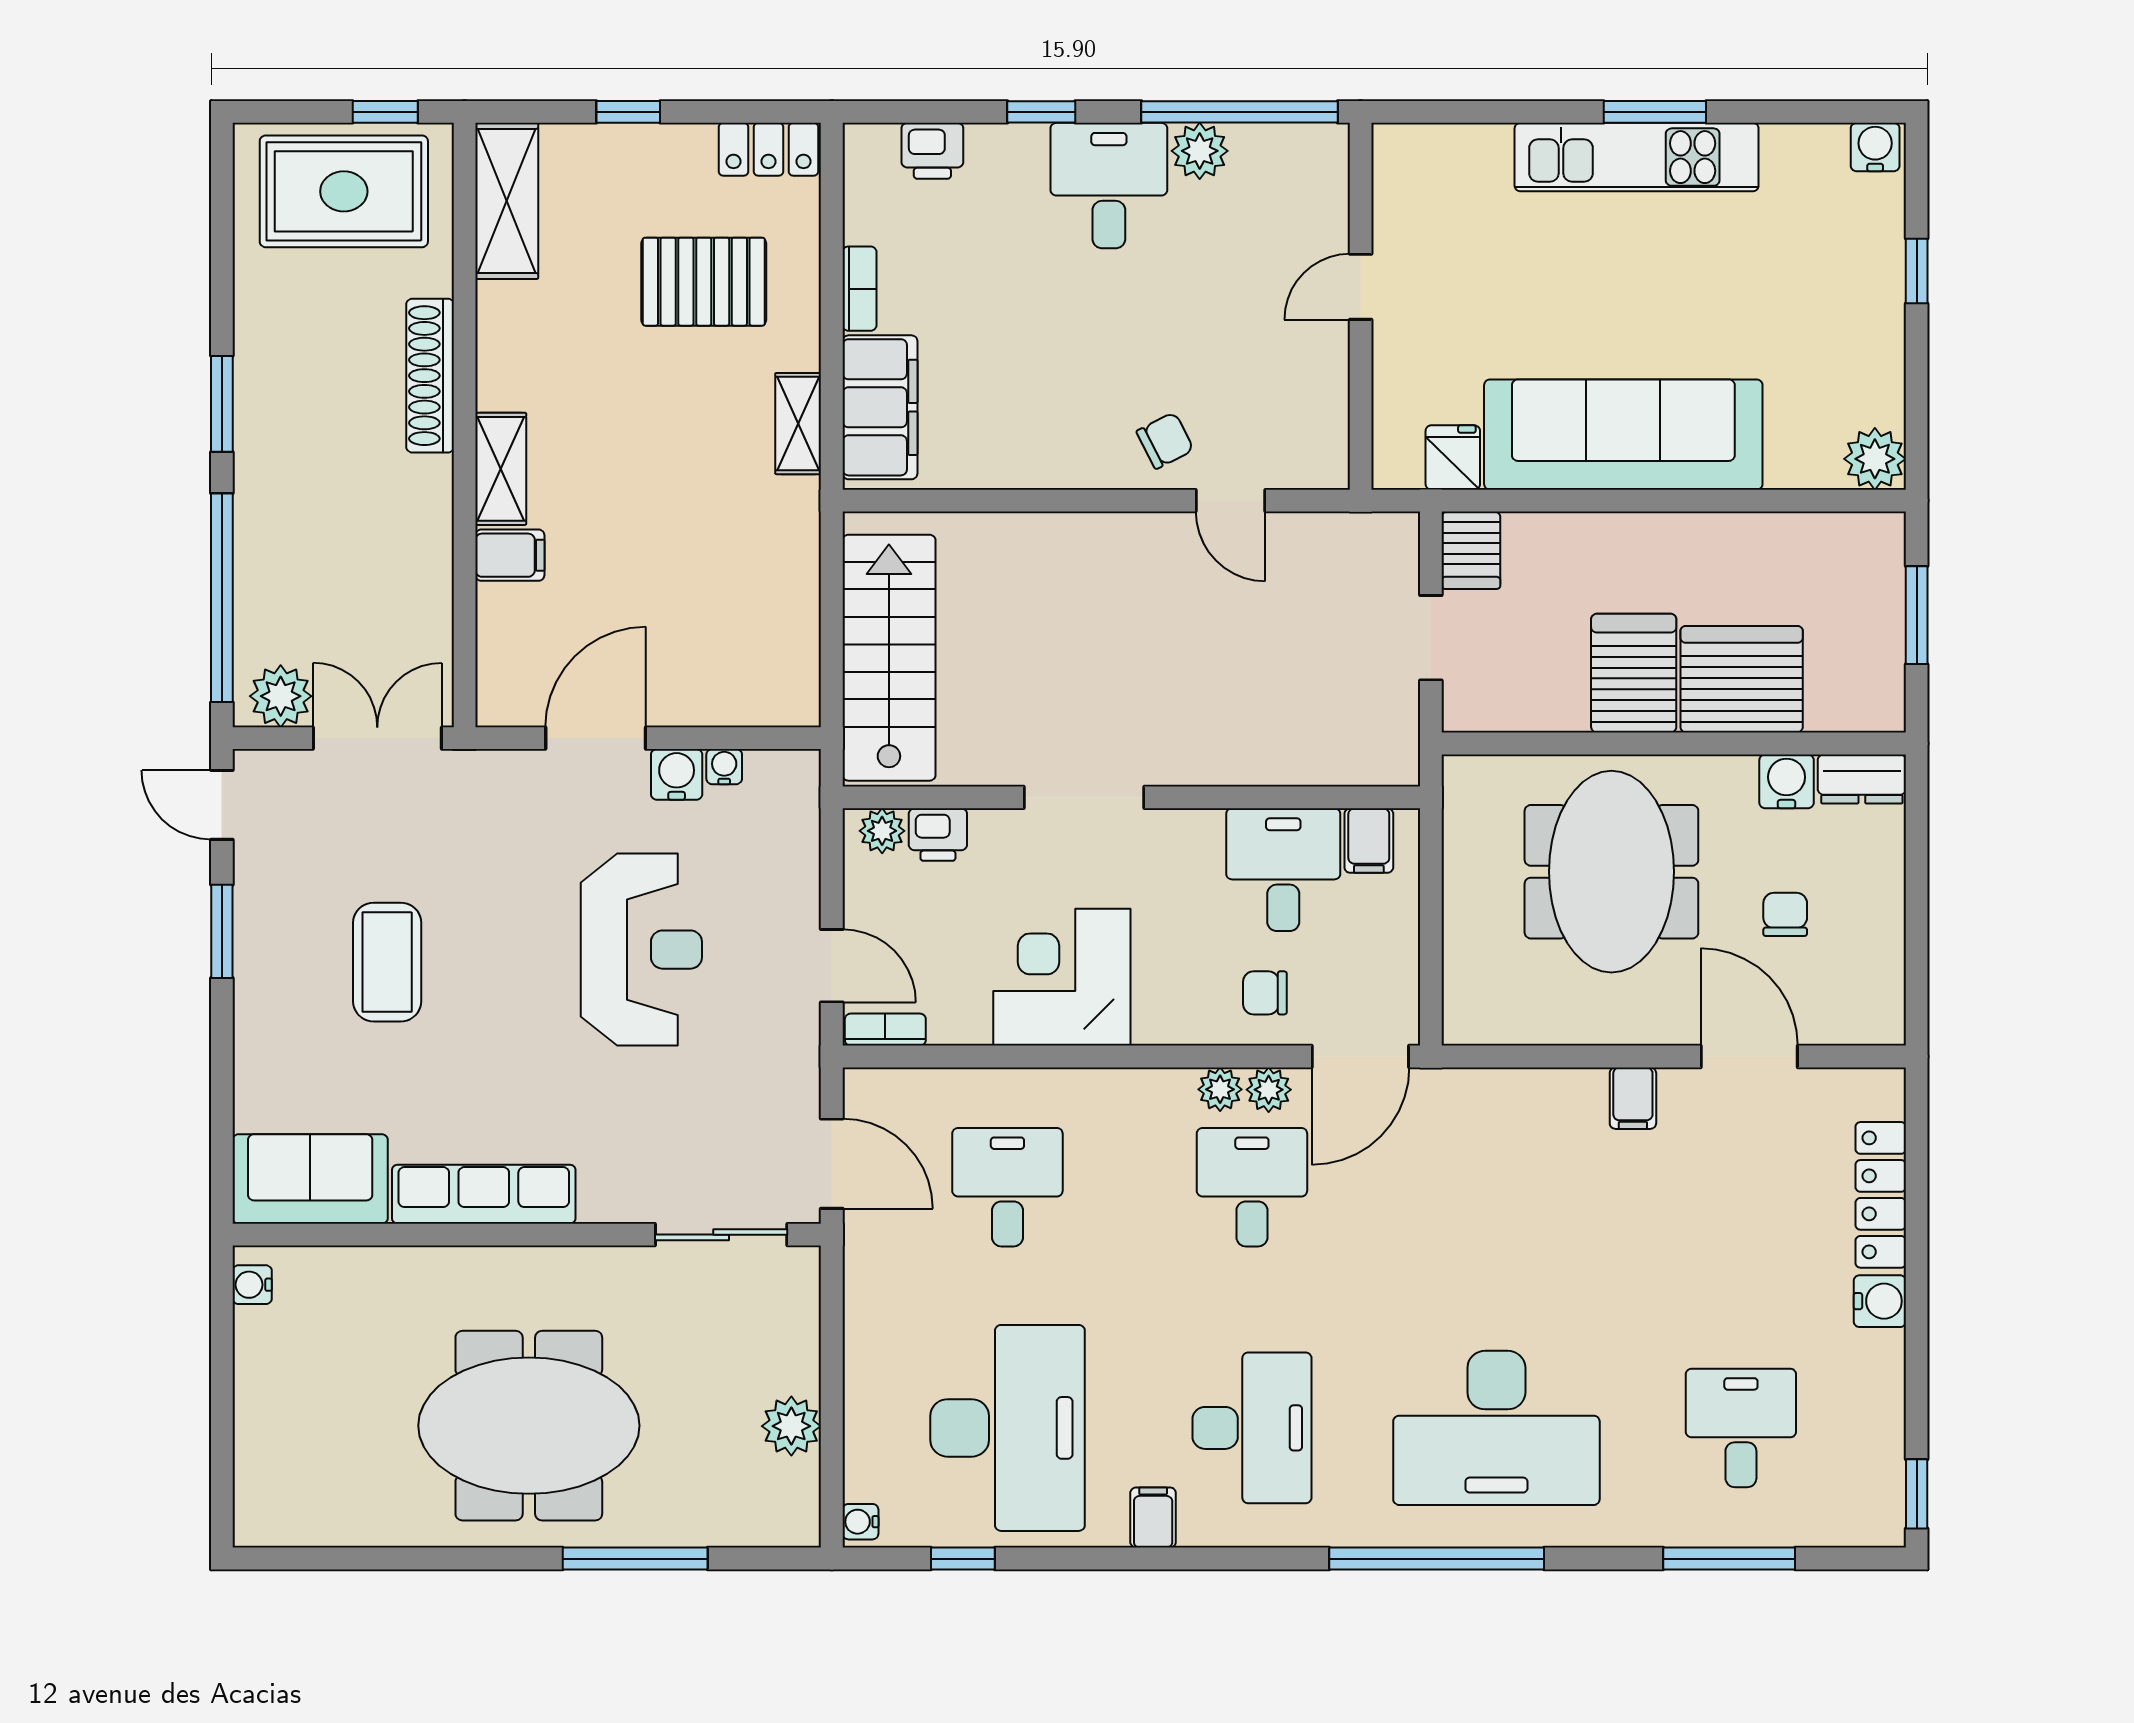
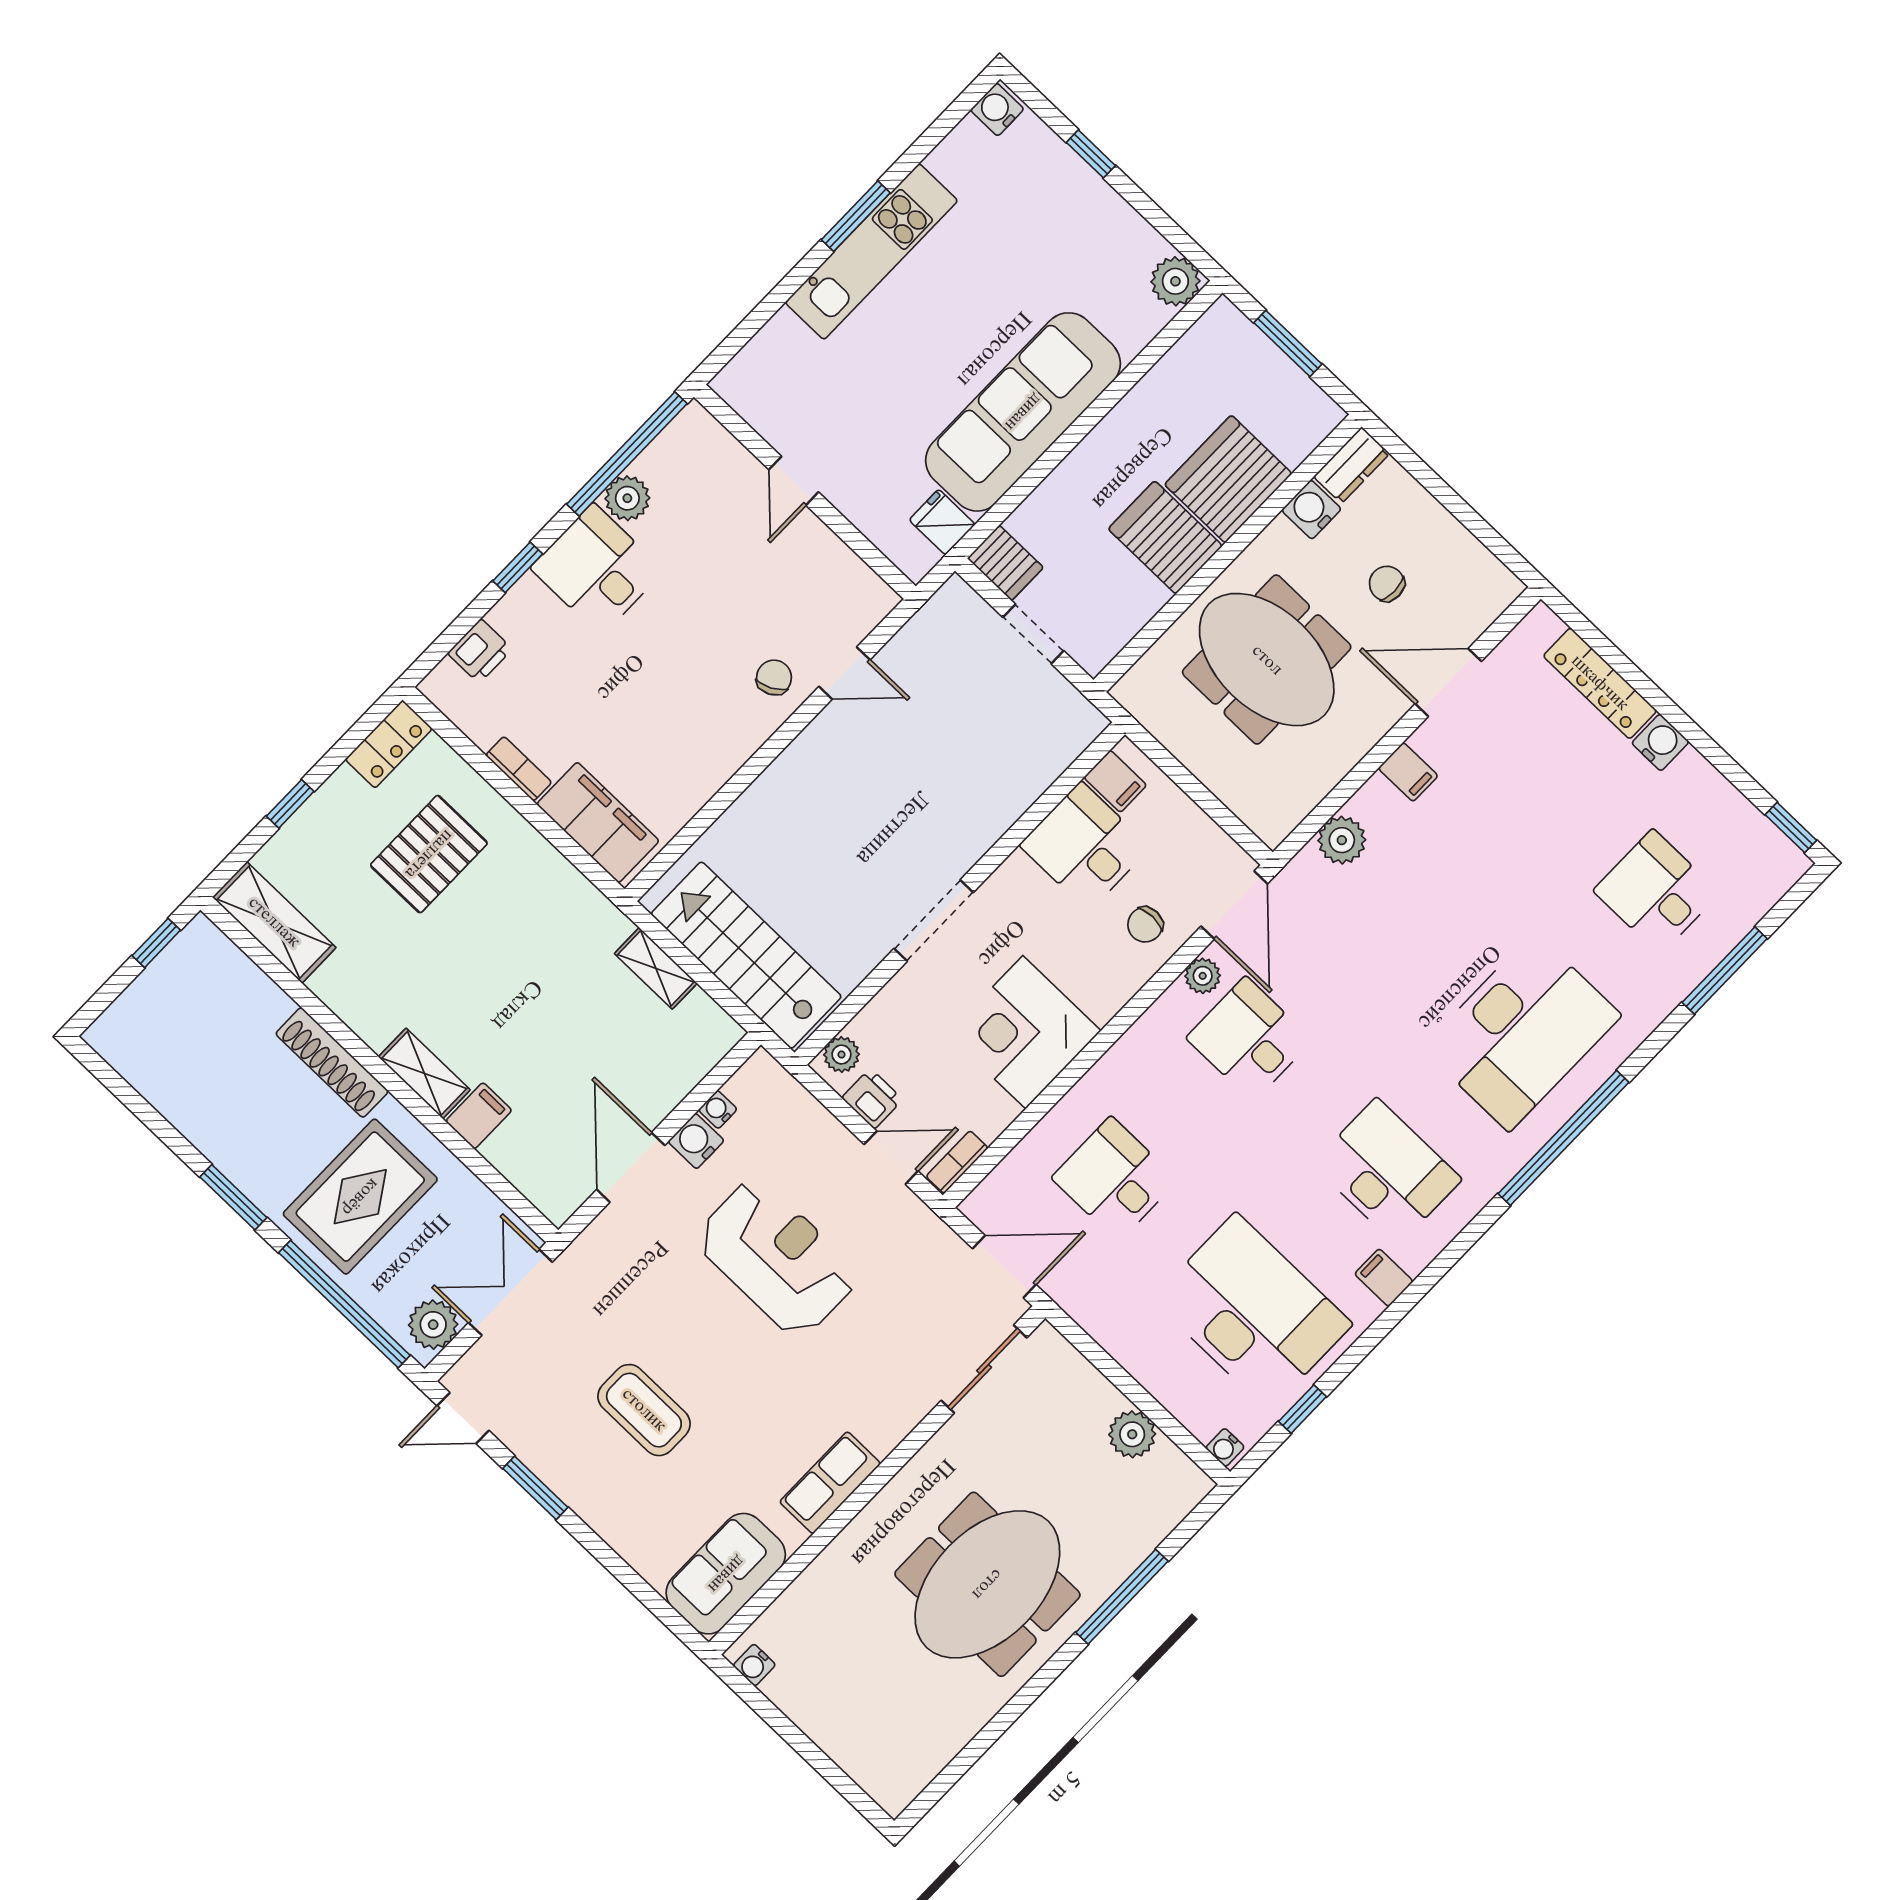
rug: (344, 191) -> (360, 1197), moved
shelving: (798, 424) -> (656, 968), moved
printer: (938, 835) -> (872, 1099), moved, turned -90
plant: (1220, 1089) -> (1342, 840), moved, width x1.38, depth x1.38
row of seats: (484, 1194) -> (830, 1483), width x0.68

